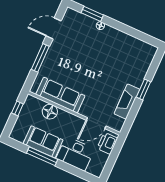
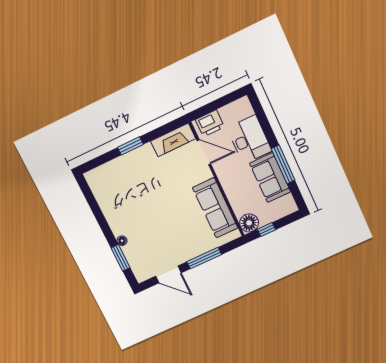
fireplace: (127, 102) -> (173, 140), moved
floor lamp: (50, 112) -> (249, 223), moved

